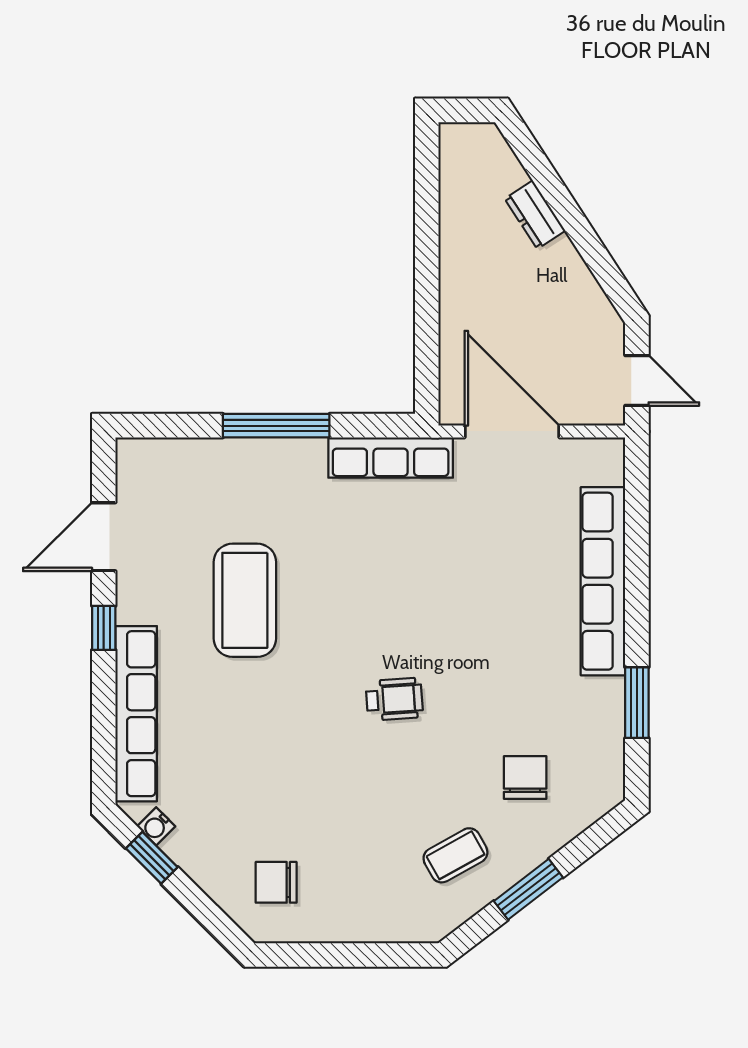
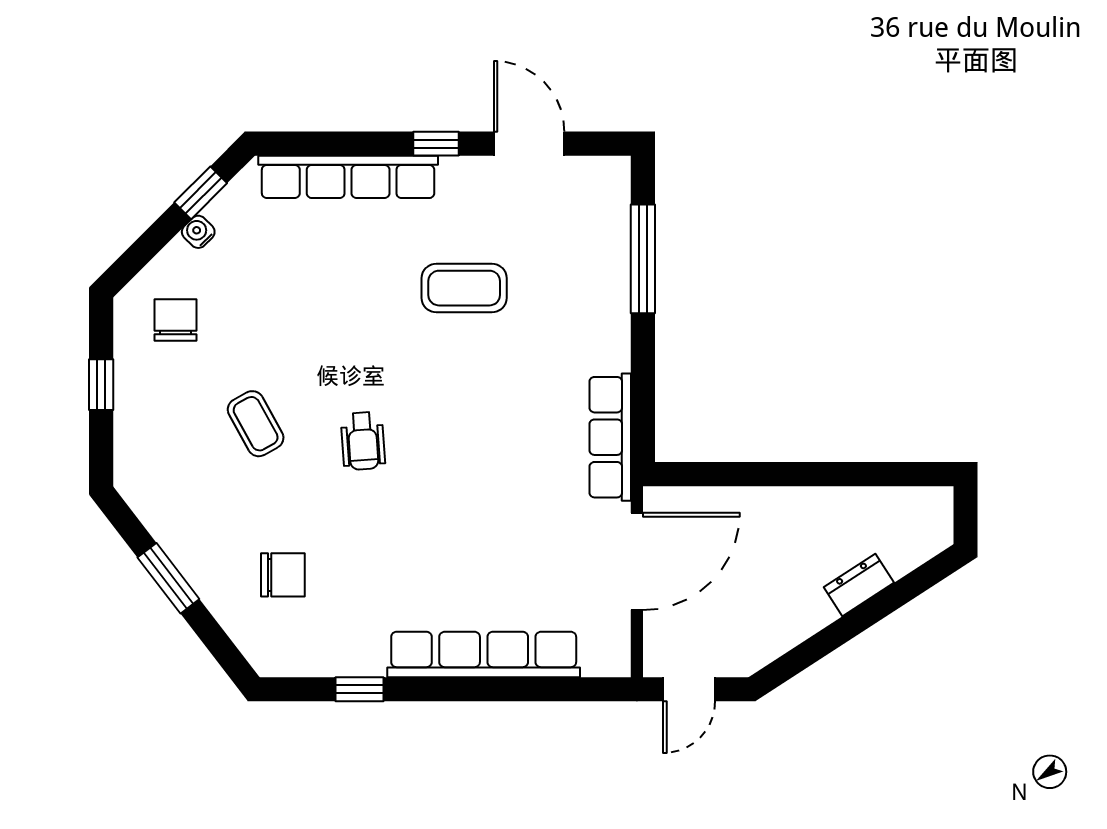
window: (276, 426) -> (643, 259), moved
coffee table: (245, 600) -> (464, 288), width x0.73, depth x0.76
window: (637, 703) -> (359, 689), width x0.67
water cooler: (156, 826) -> (198, 232), moved
coffee table: (455, 855) -> (256, 424), moved
window: (339, 955) -> (101, 385), added

